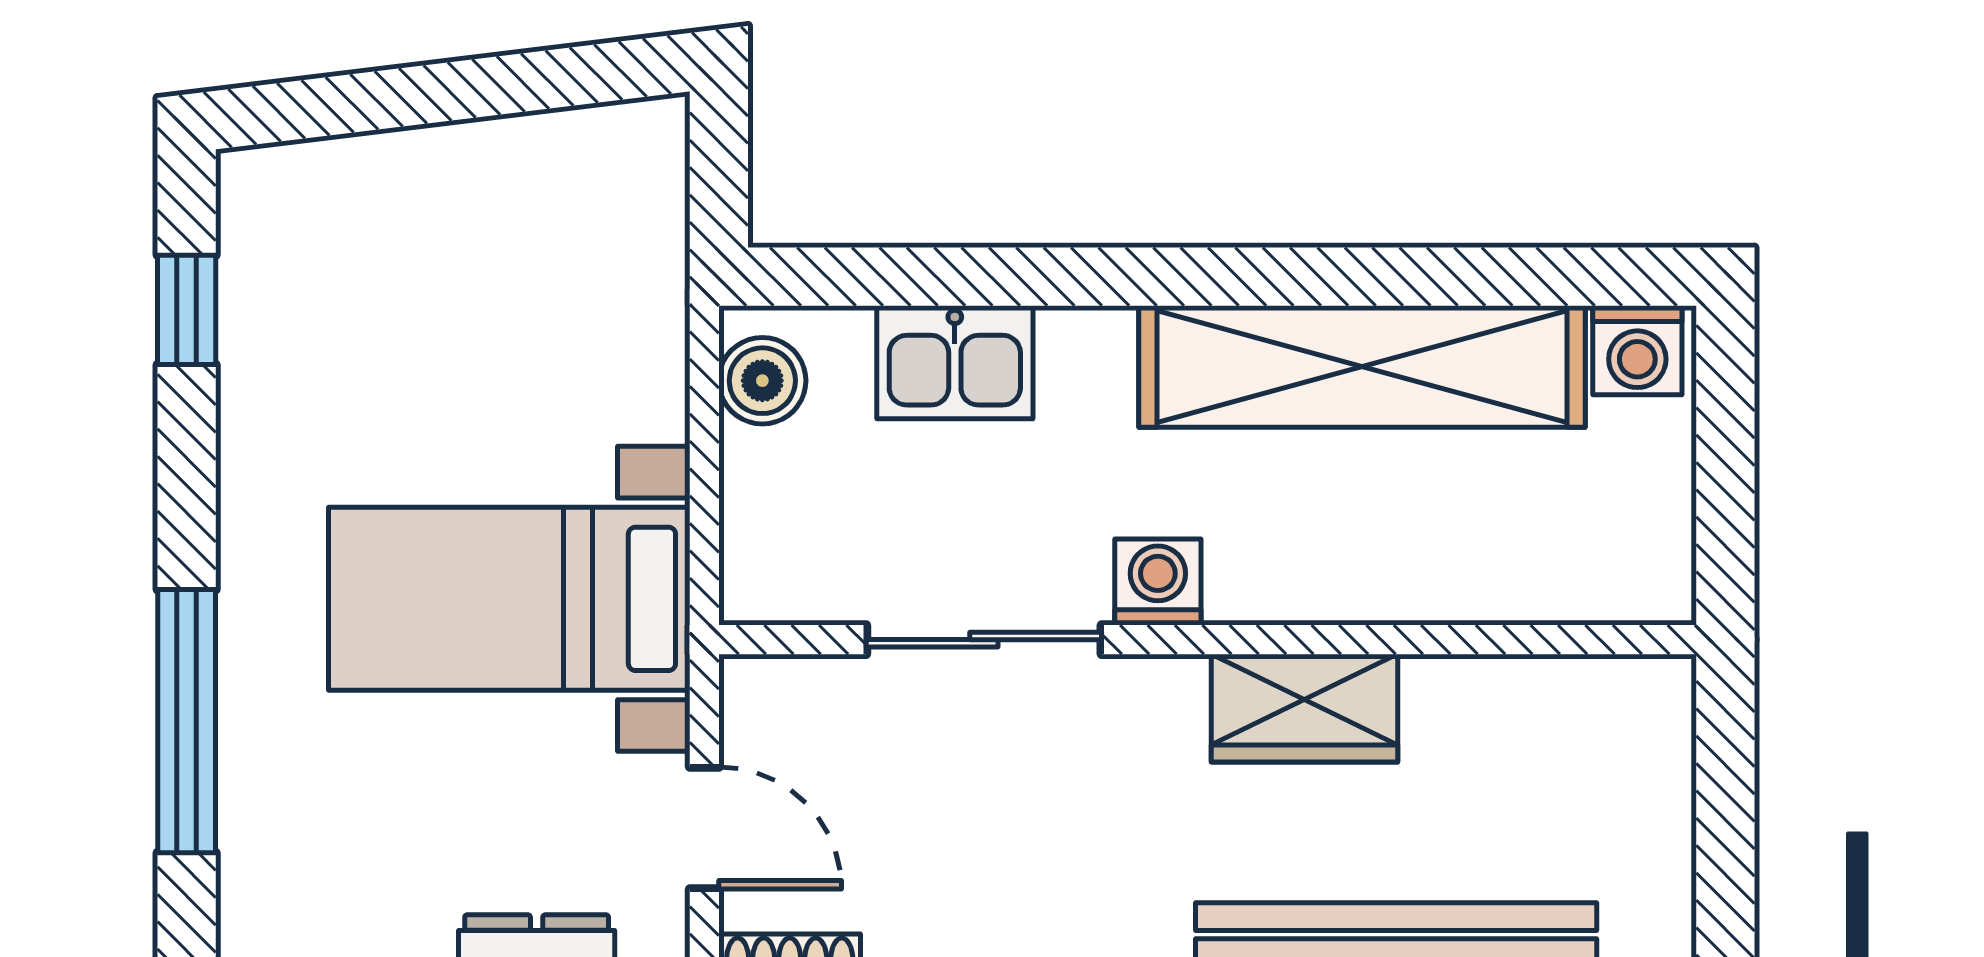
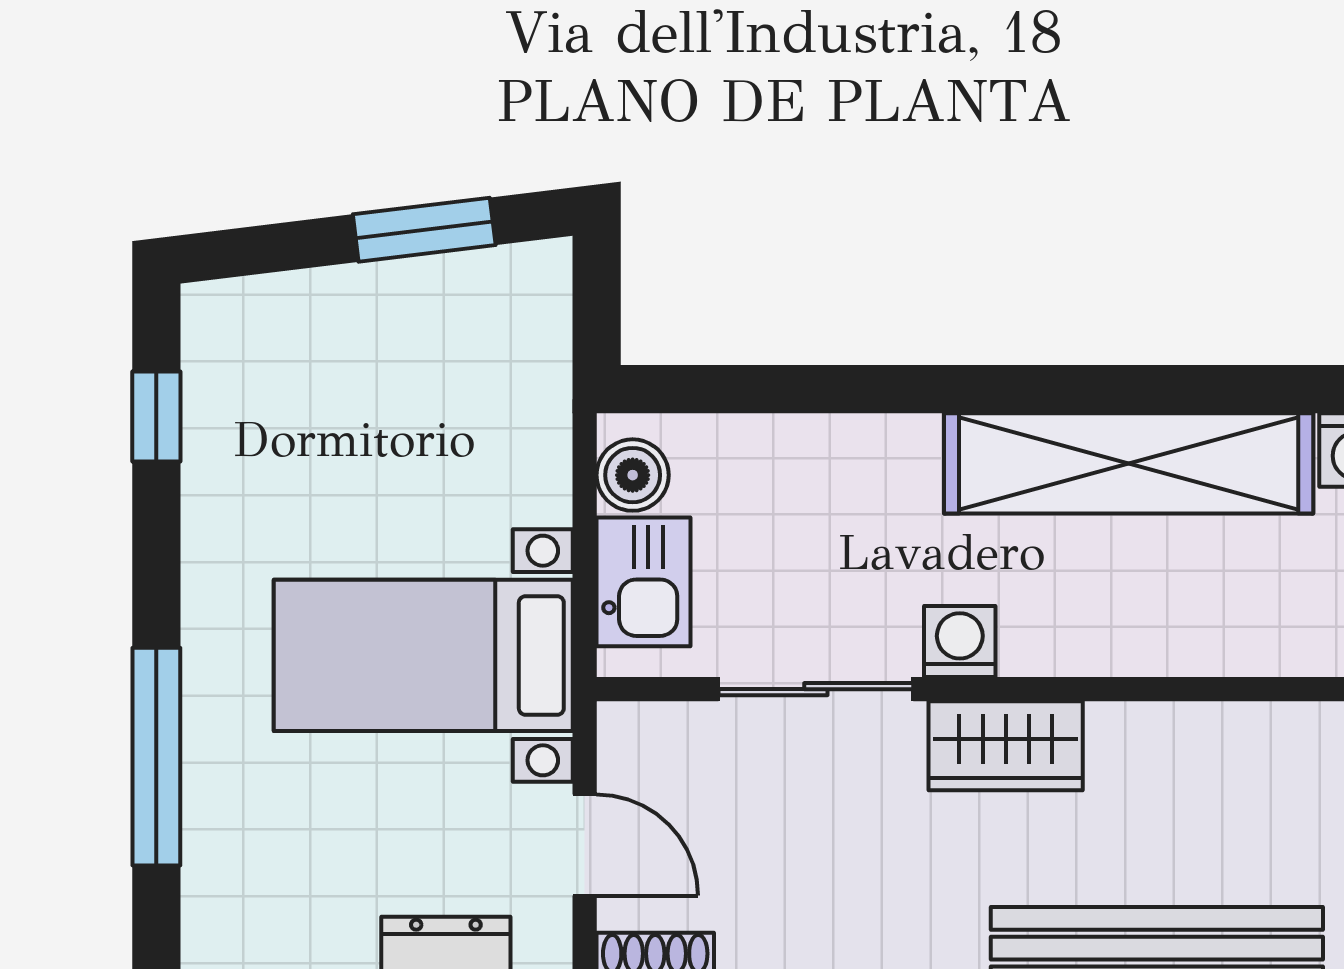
window: (510, 84) -> (424, 230), added
kitchen sink: (955, 362) -> (643, 582), moved, turned -90
wardrobe: (1304, 708) -> (1006, 746), moved

